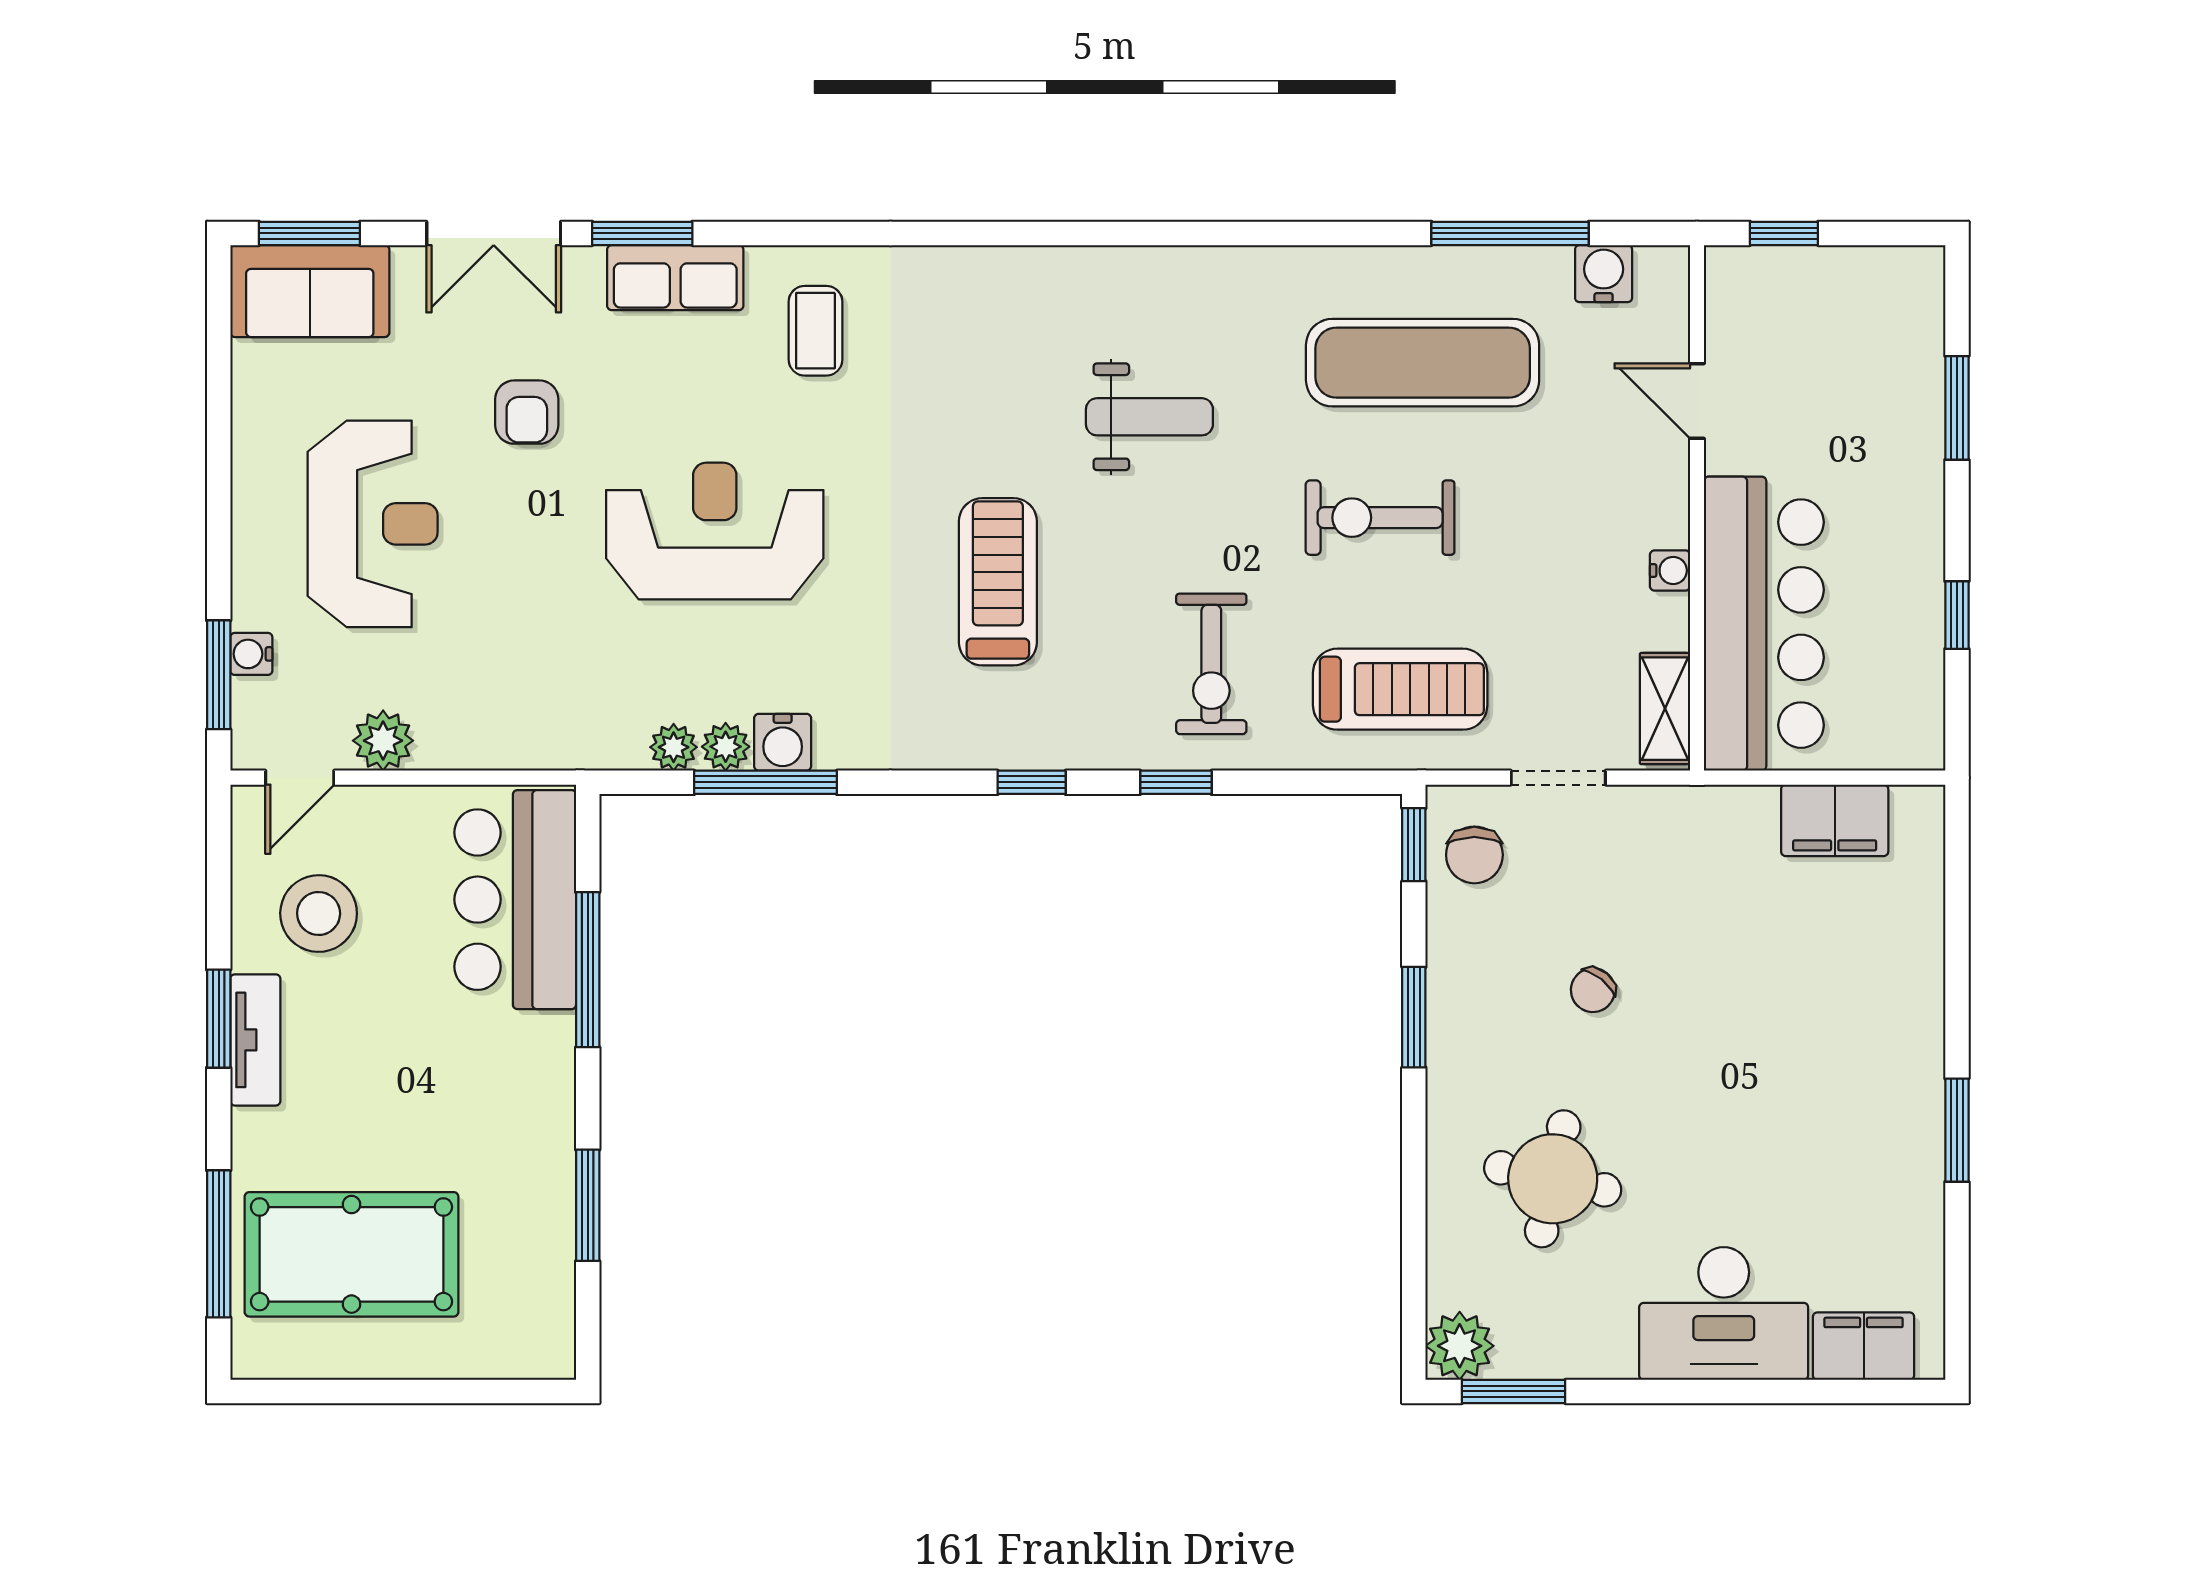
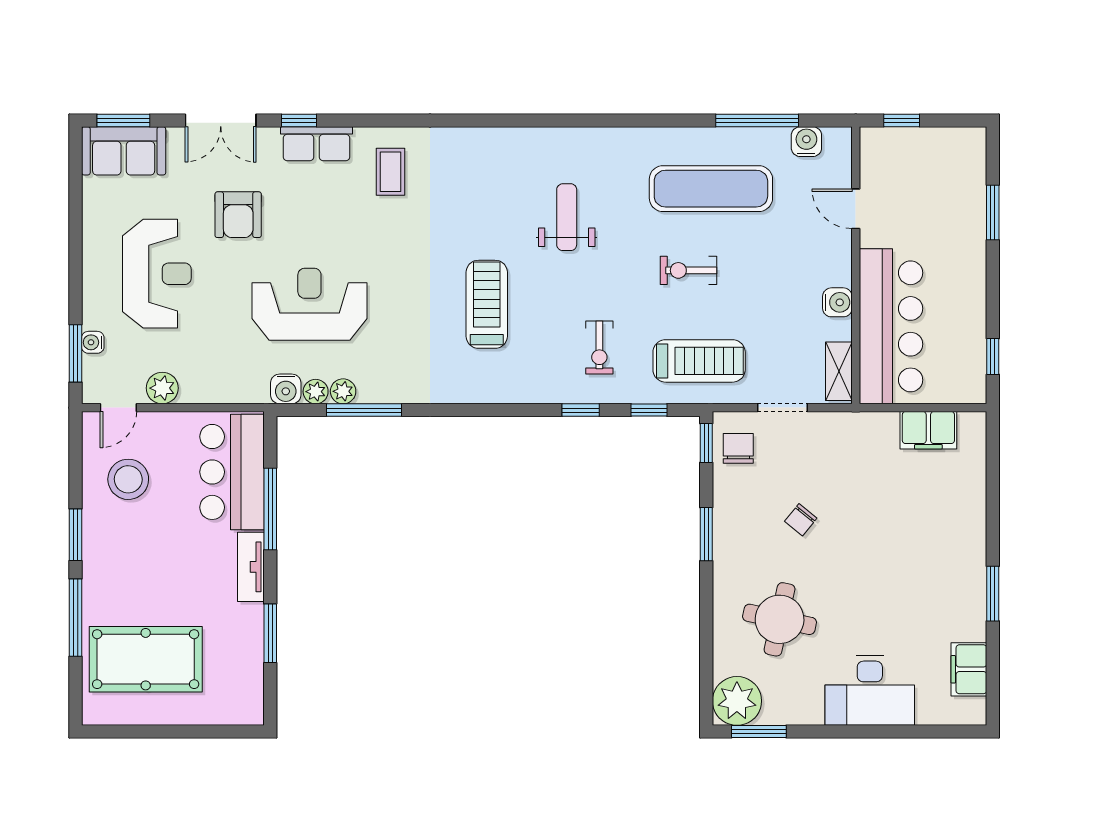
window: (642, 233) -> (299, 120), width x0.67
armchair: (527, 412) -> (238, 215), width x1.38, depth x1.38
weight bench: (1149, 417) -> (567, 217), turned -90
exercise bike: (1380, 518) -> (688, 270), width x0.73, depth x0.72
reception desk: (715, 531) -> (309, 304), moved
water cooler: (1670, 570) -> (837, 302), width x1.38, depth x1.38
window: (1957, 615) -> (993, 357), moved
exercise bike: (1211, 664) -> (599, 348), width x0.73, depth x0.72
water cooler: (783, 742) -> (286, 389), moved
window: (1032, 782) -> (649, 410), moved
chair: (1474, 855) -> (738, 448), turned 180
tv unit: (255, 1040) -> (251, 567), moved, turned 180
window: (219, 1244) -> (76, 618), moved
plant: (1460, 1346) -> (737, 701), width x1.36, depth x1.36
filing cabinet: (1864, 1346) -> (969, 669), moved, turned -90

